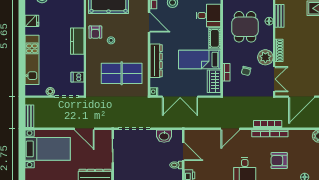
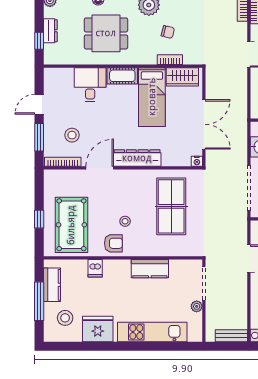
fridge: (32, 21) -> (98, 329), width x1.88, depth x1.34
kitchen counter: (77, 41) -> (150, 269), moved
dresser: (156, 61) -> (137, 158), moved
dishwasher: (77, 77) -> (95, 268), moved

